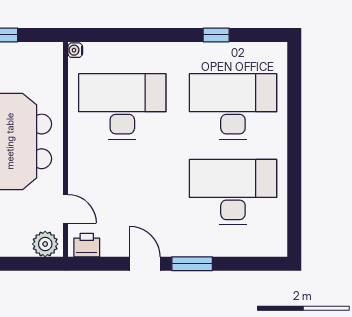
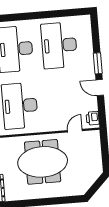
plant: (45, 244) -> (94, 140), removed
door: (145, 264) -> (100, 88), hinge flipped

